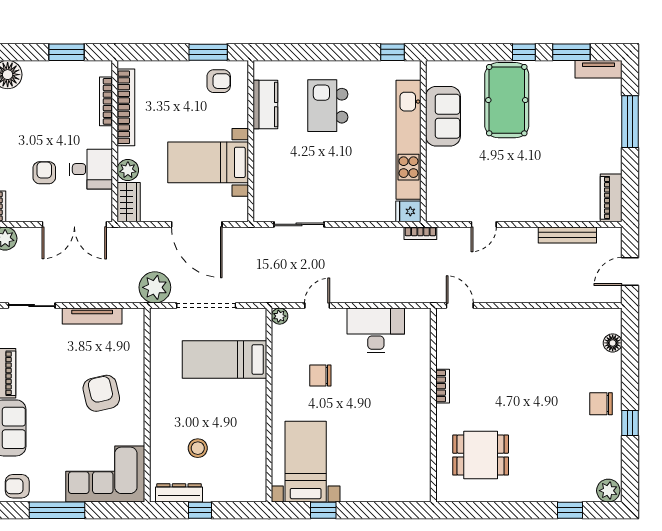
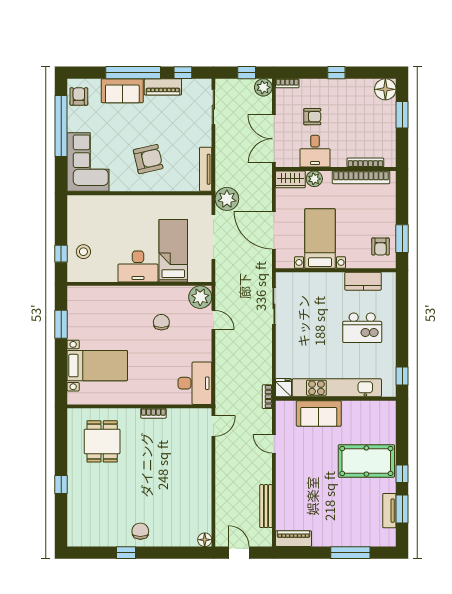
window: (66, 52) -> (402, 115), moved
tv unit: (599, 69) -> (389, 511), moved
kitchen island: (328, 106) -> (362, 328), turned 180
sofa: (443, 116) -> (319, 413), moved
door: (197, 224) -> (274, 230), hinge flipped
tv unit: (92, 316) -> (206, 169), moved
plant: (280, 316) -> (200, 297), width x1.88, depth x1.88
desk: (376, 330) -> (195, 383), moved
floor lamp: (613, 343) -> (205, 540), moved
desk: (246, 407) -> (138, 266), added
stool: (198, 448) -> (83, 252), moved
bed with nightstands: (306, 462) -> (97, 366), moved
plant: (608, 491) -> (76, 537), removed
dresser: (179, 493) -> (74, 217), removed
window: (57, 510) -> (61, 126), width x1.46
window: (200, 510) -> (61, 254), moved
window: (323, 510) -> (61, 324), width x1.50
window: (570, 510) -> (61, 484), moved

